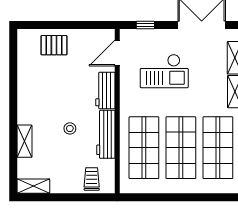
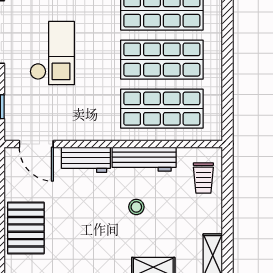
pallet: (54, 45) -> (26, 228), width x1.50, depth x1.42
checkout: (164, 71) -> (52, 53), moved
trolley: (92, 179) -> (203, 178), turned -90

